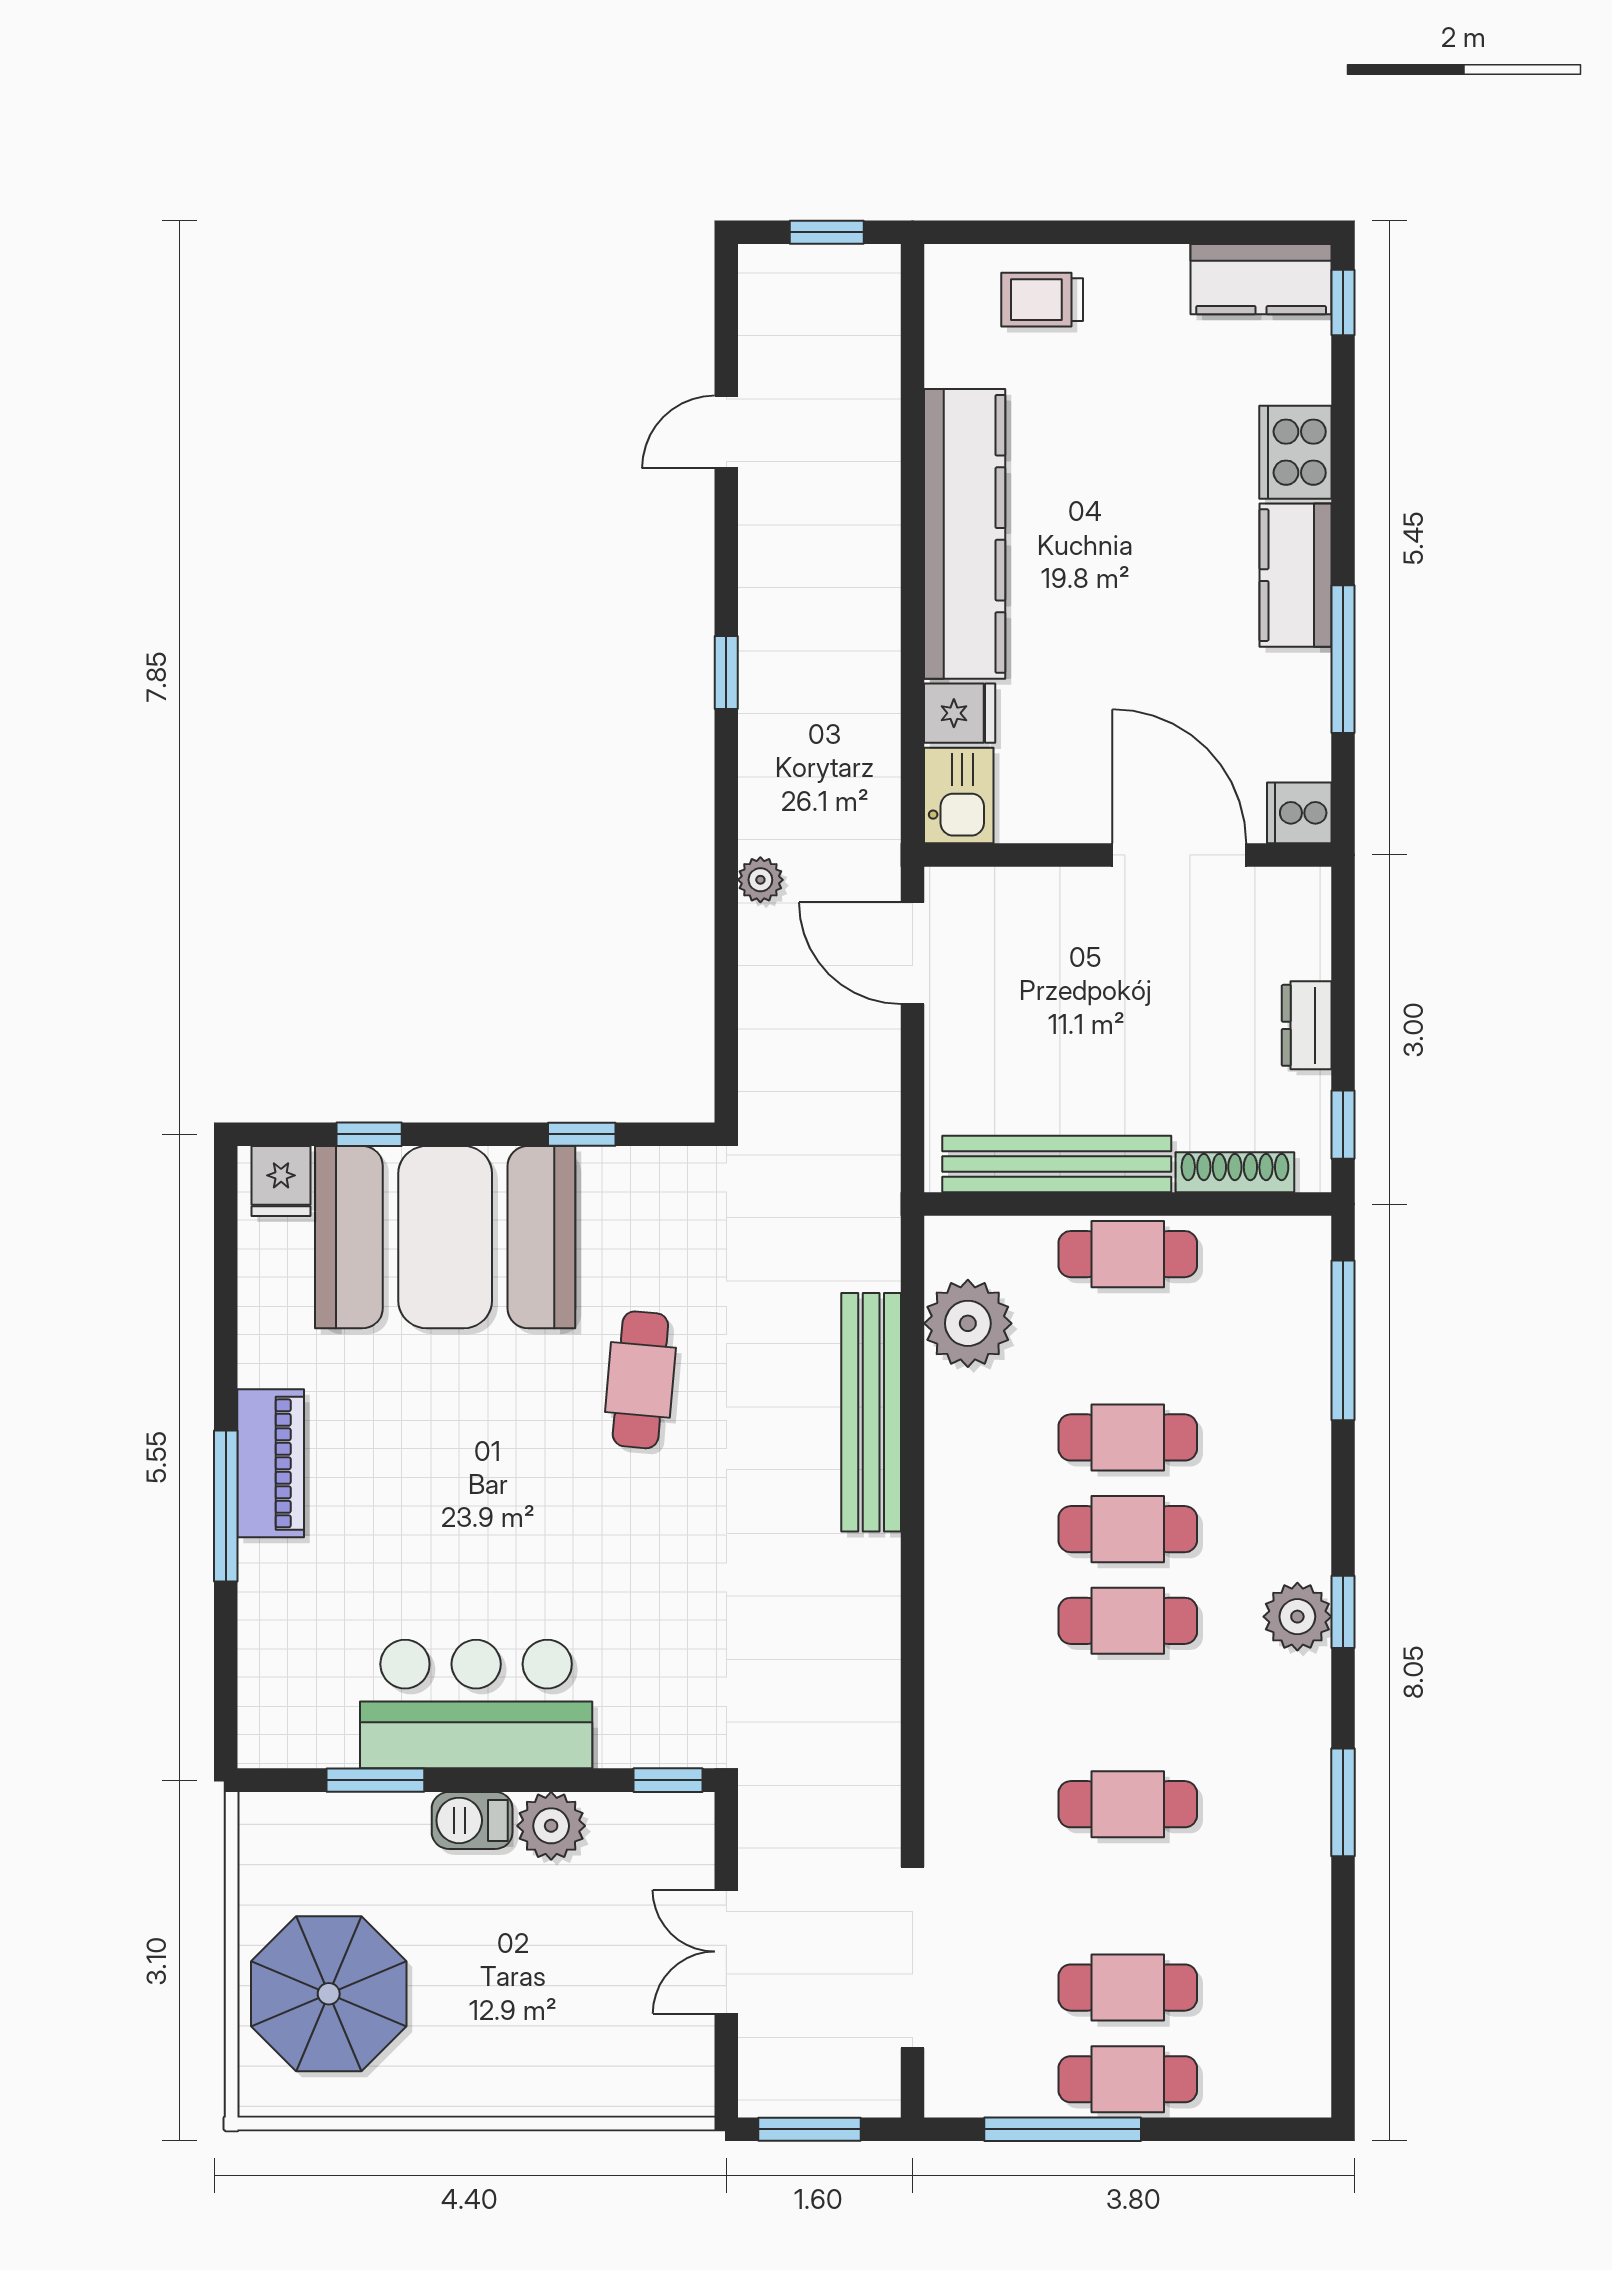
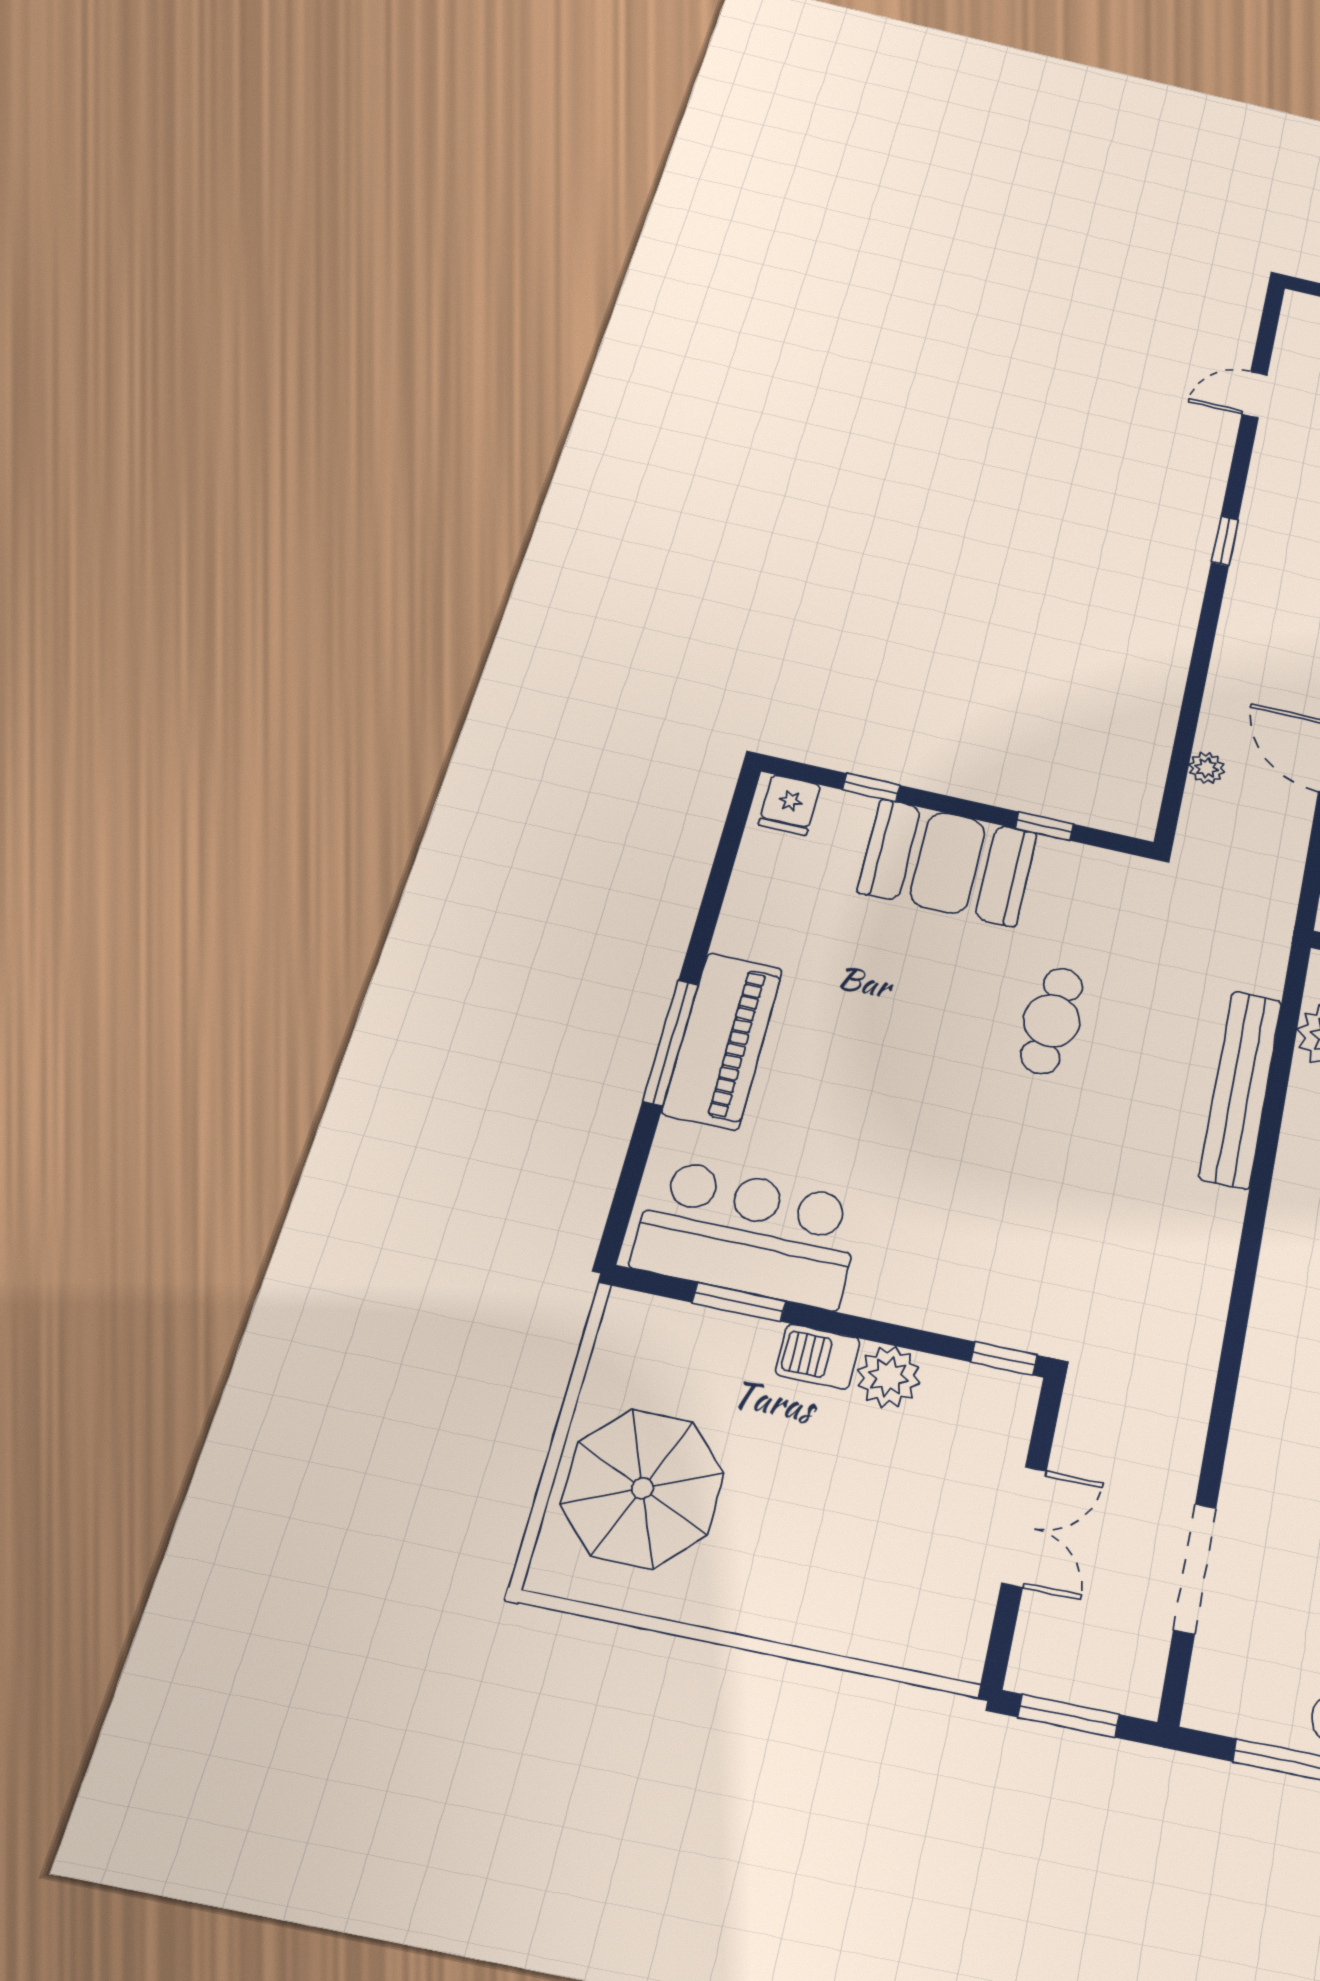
plant: (760, 880) -> (1207, 768), moved
booth: (445, 1237) -> (948, 863), width x0.73, depth x0.70
piano: (271, 1463) -> (723, 1041), width x1.37, depth x1.33
bar counter: (476, 1704) -> (748, 1234), moved
double door: (726, 1952) -> (1024, 1527), swing flipped
doorway: (912, 1958) -> (1195, 1568), width x0.73

